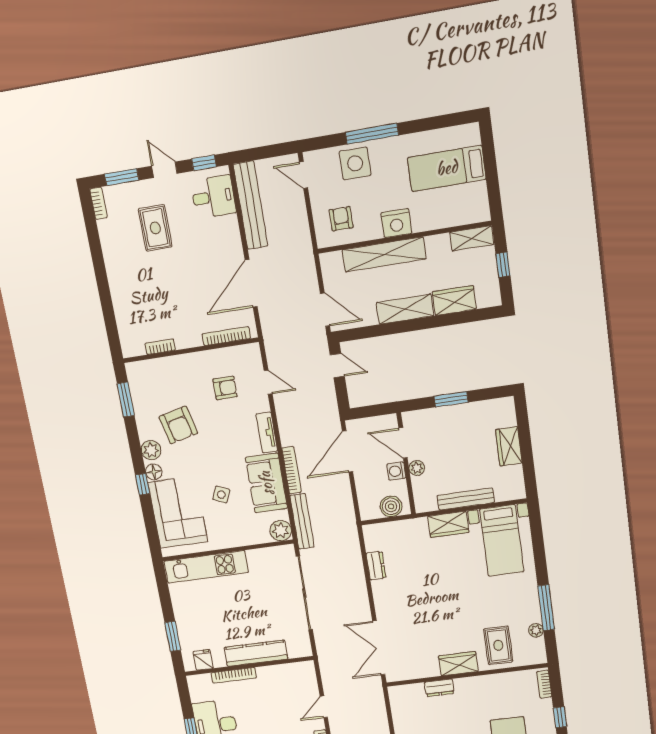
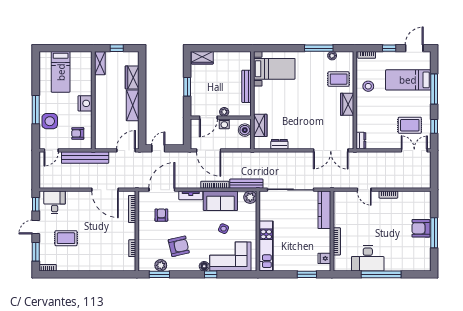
bench: (251, 205) -> (85, 157), moved
shelving: (384, 254) -> (101, 113), removed
door: (268, 382) -> (162, 190), width x1.88
wardrobe: (509, 446) -> (202, 58), moved
plant: (151, 450) -> (161, 265), moved
wardrobe: (448, 524) -> (260, 125), moved
kitchen counter: (256, 653) -> (324, 210), moved
dresser: (439, 688) -> (361, 141), moved
stool: (493, 693) -> (368, 86), added

